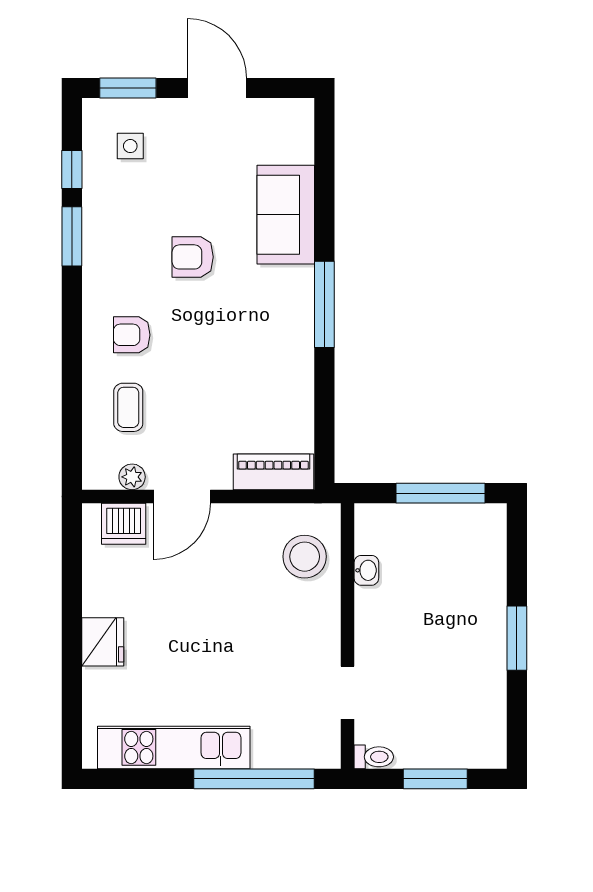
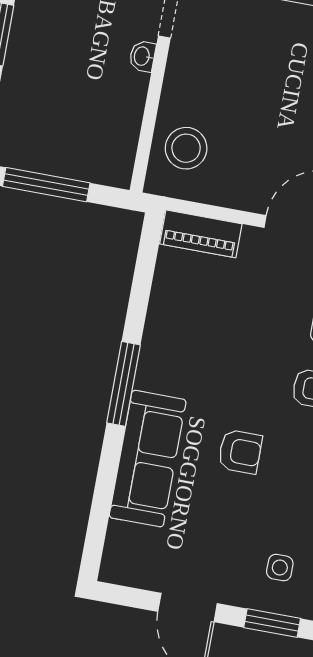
sofa: (286, 215) -> (148, 459), width x1.36
washbasin: (366, 570) -> (142, 56), moved

